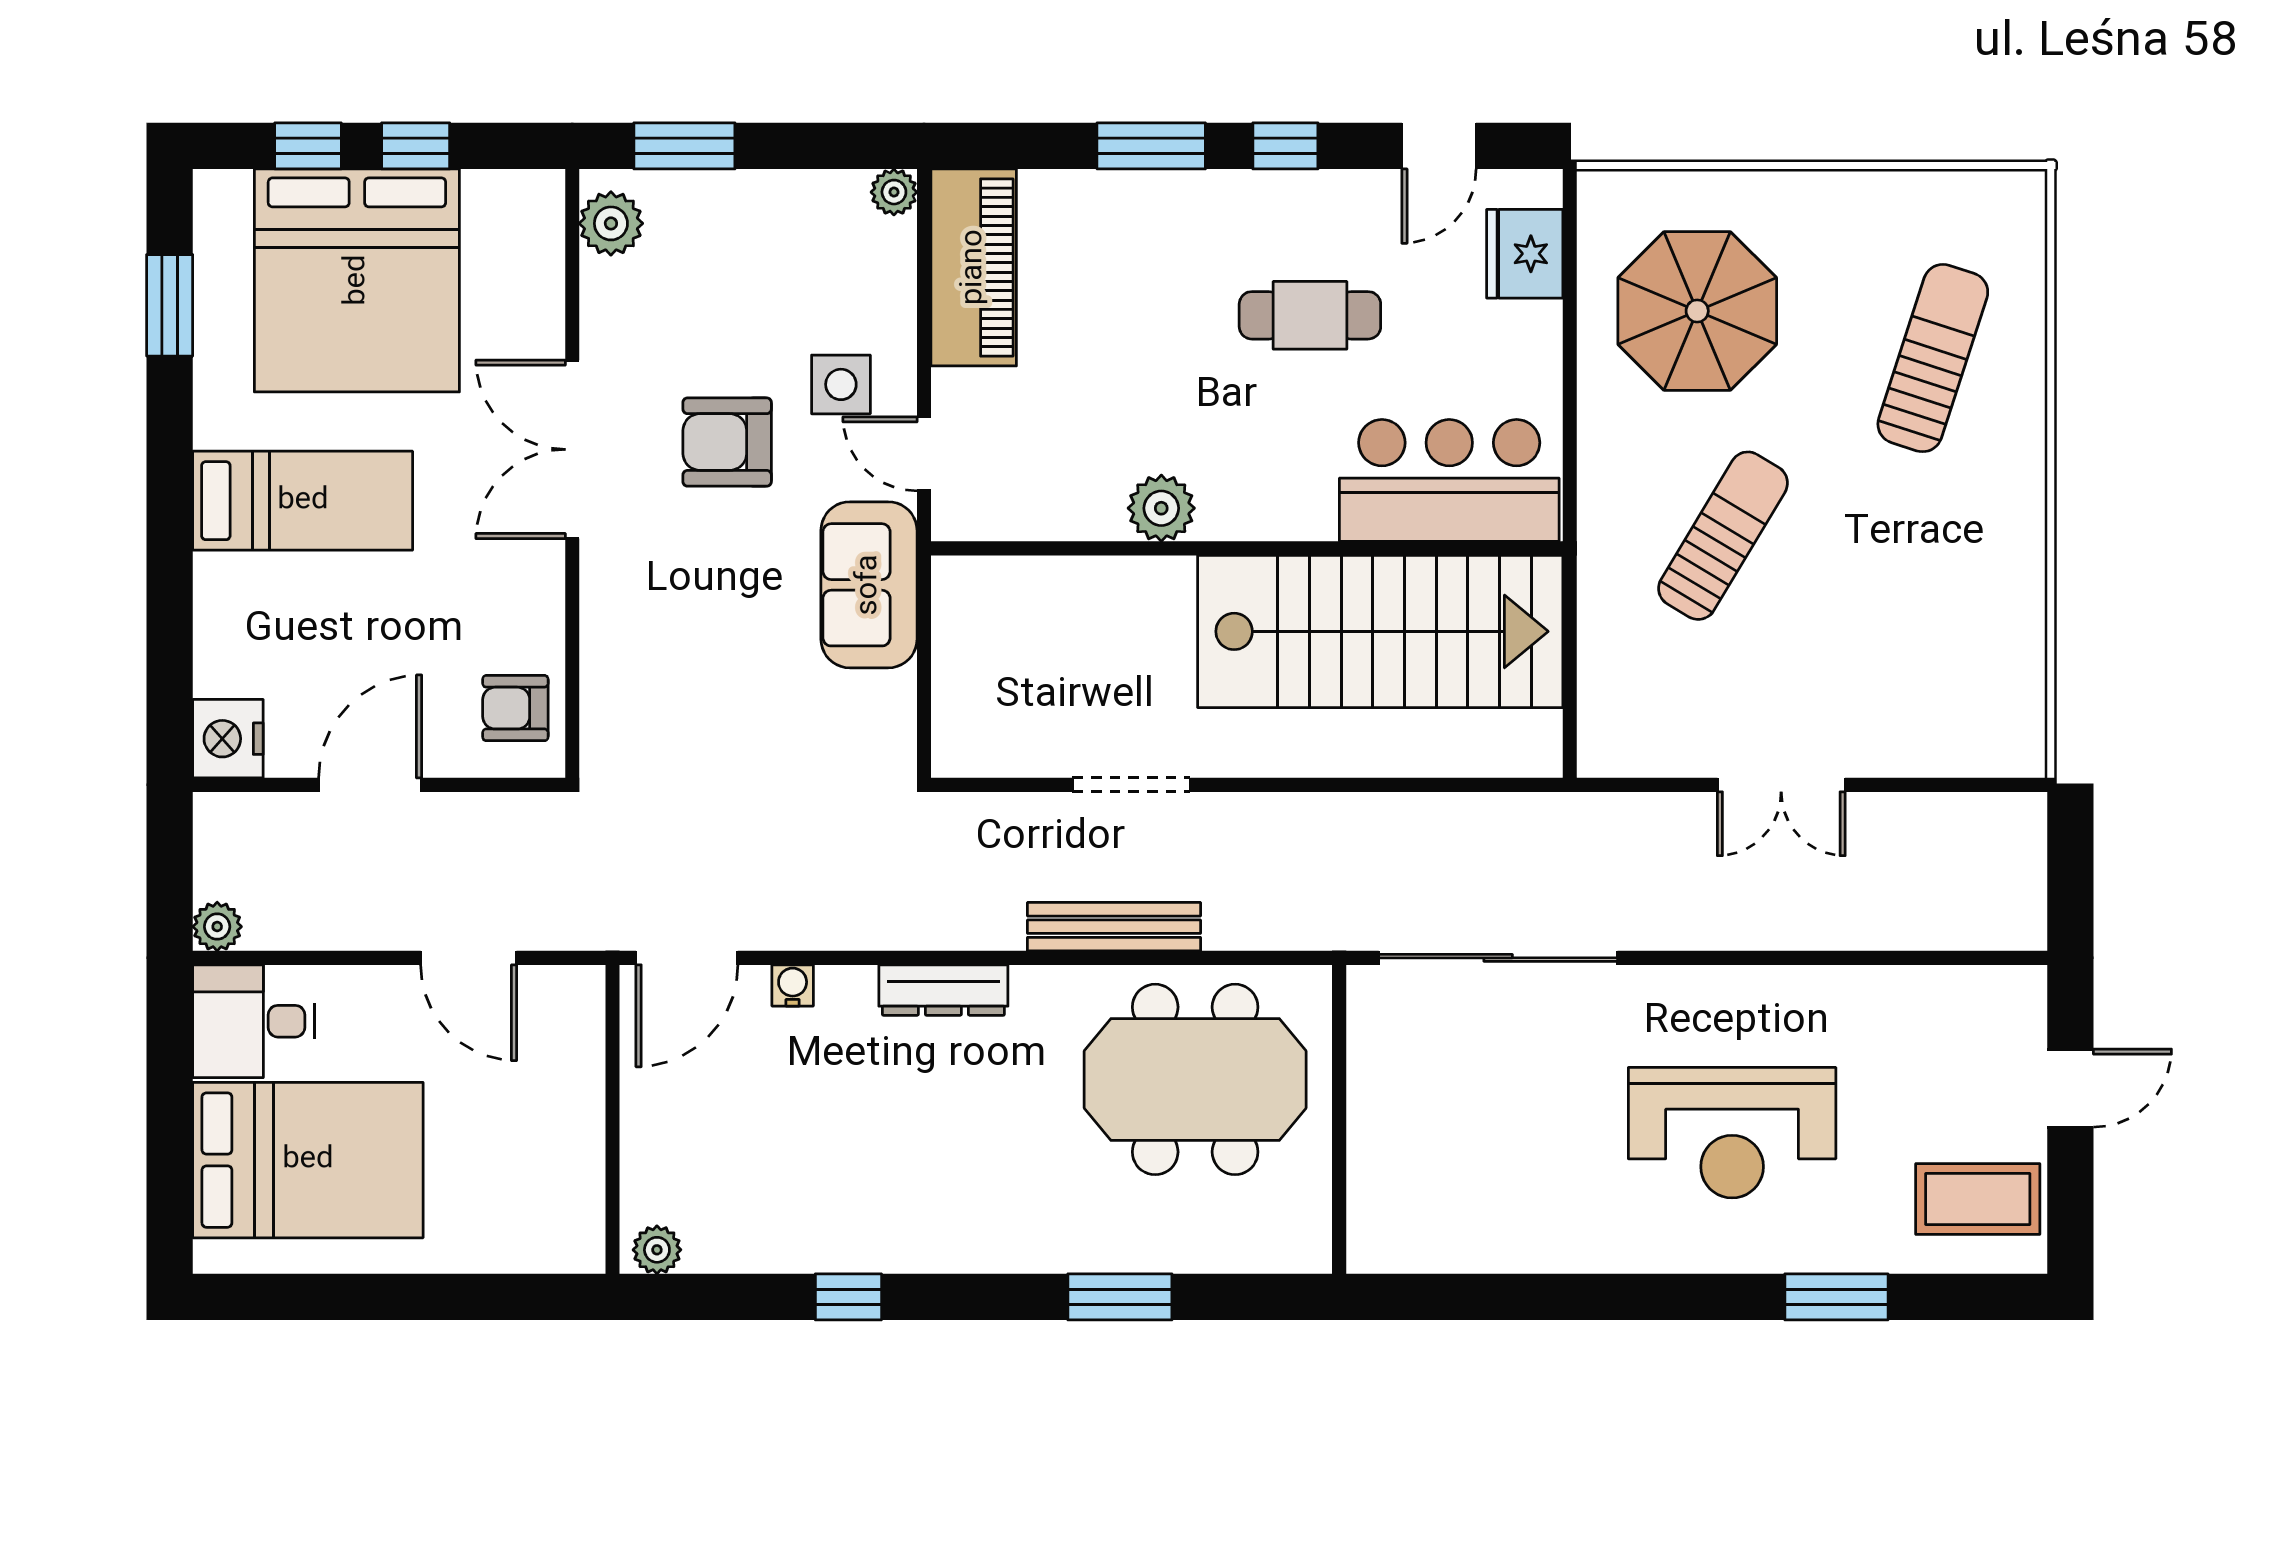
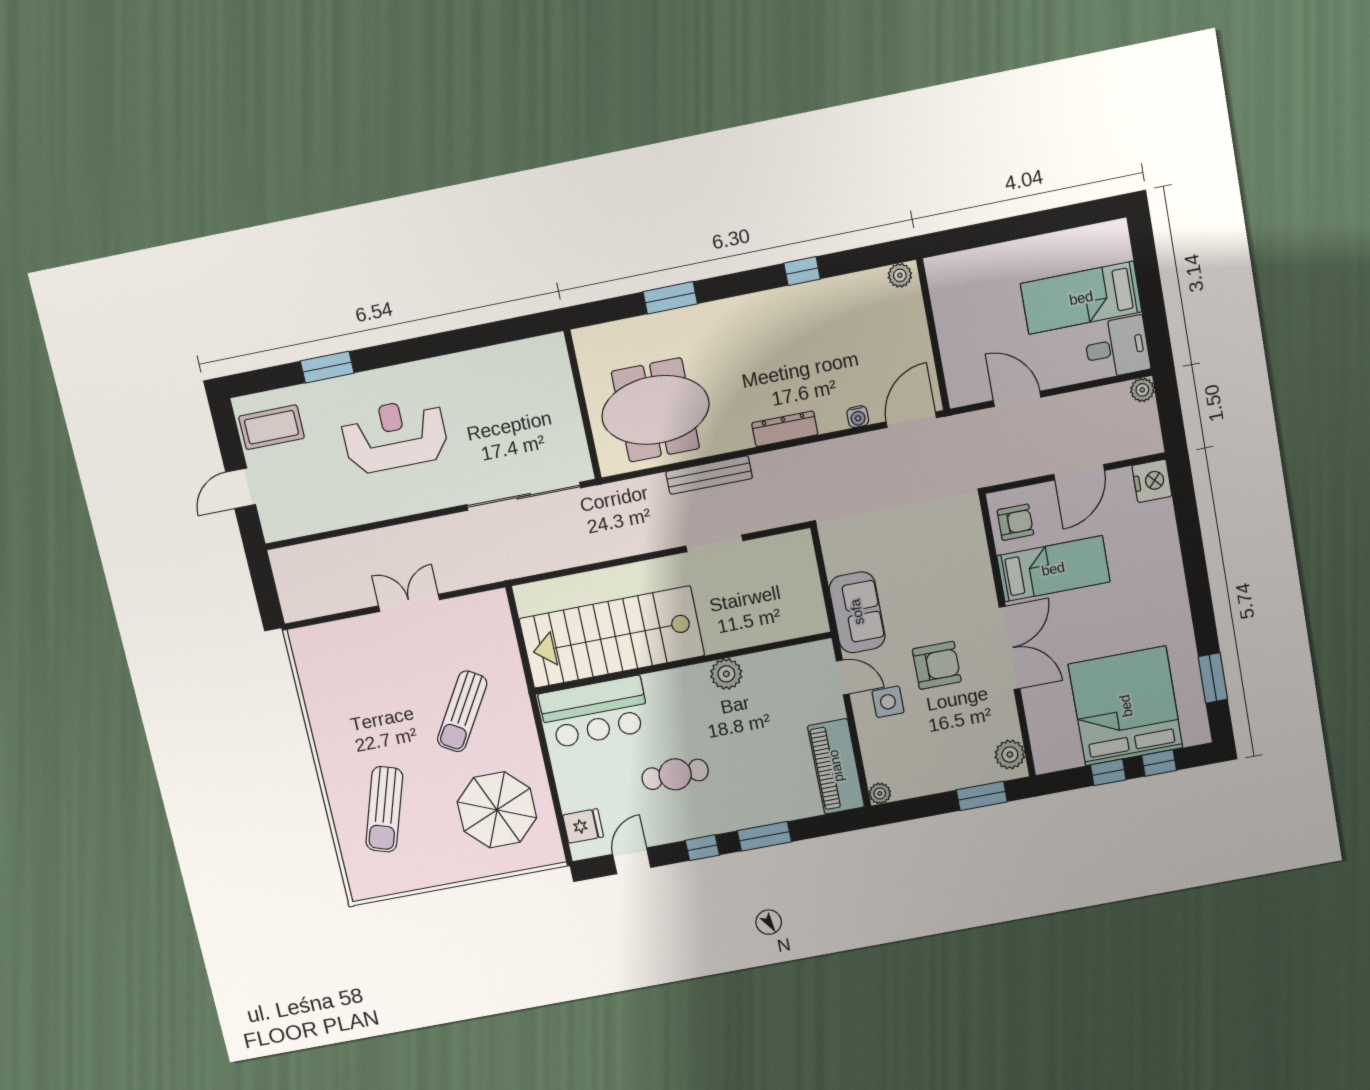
fridge: (1525, 254) -> (583, 826), width x0.72
bed: (303, 501) -> (1053, 569), moved, turned 180
bed: (308, 1160) -> (1081, 298), width x0.67

